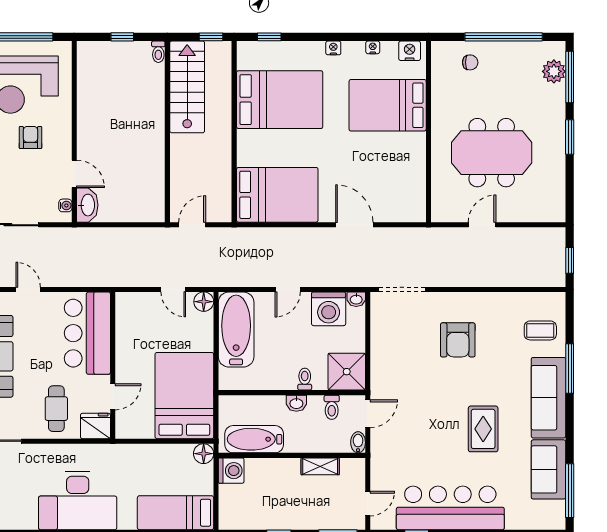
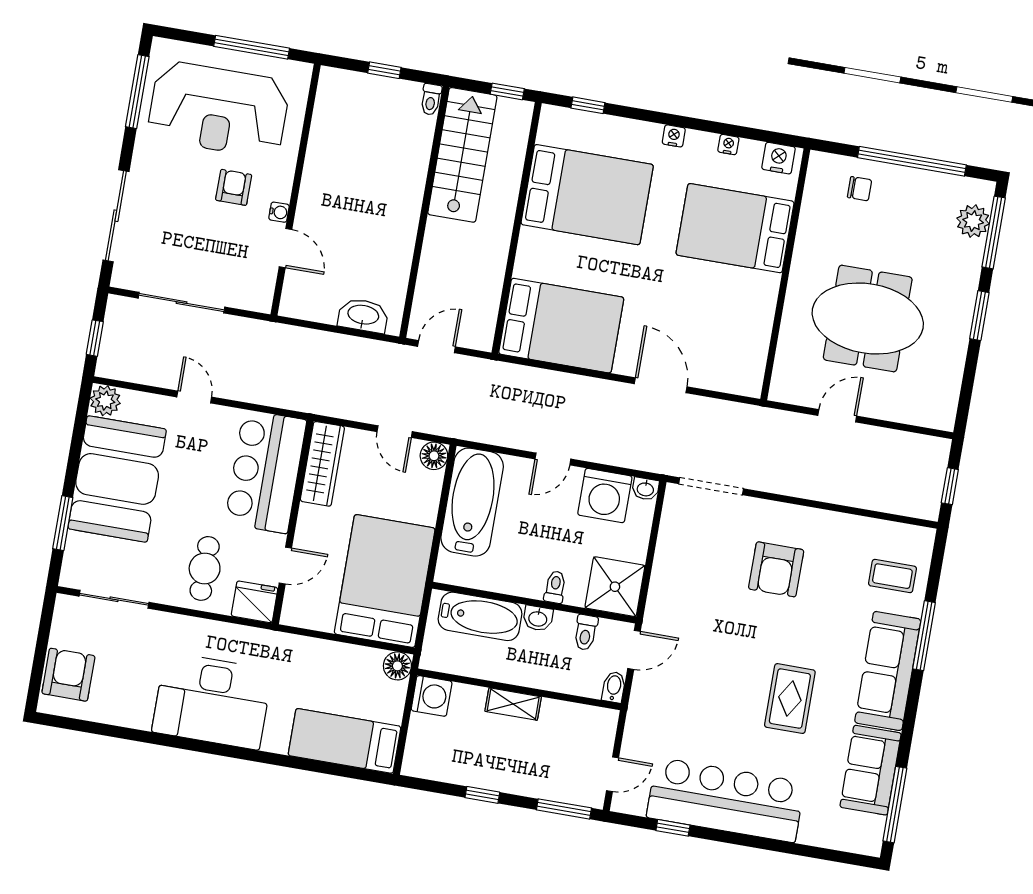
water cooler: (65, 205) -> (279, 212), moved
washbasin: (87, 205) -> (363, 315), moved, turned -90
wardrobe: (126, 321) -> (322, 464), added
bathtub: (254, 439) -> (480, 616), moved, turned 180
shelving: (320, 466) -> (513, 704), moved

